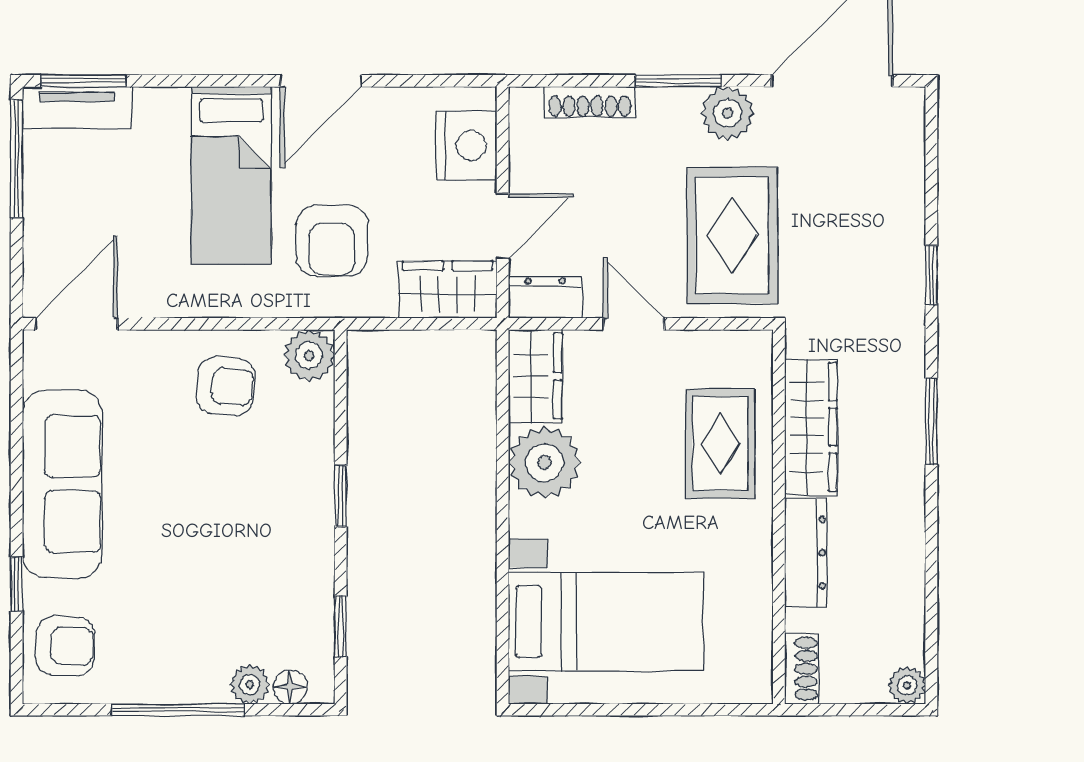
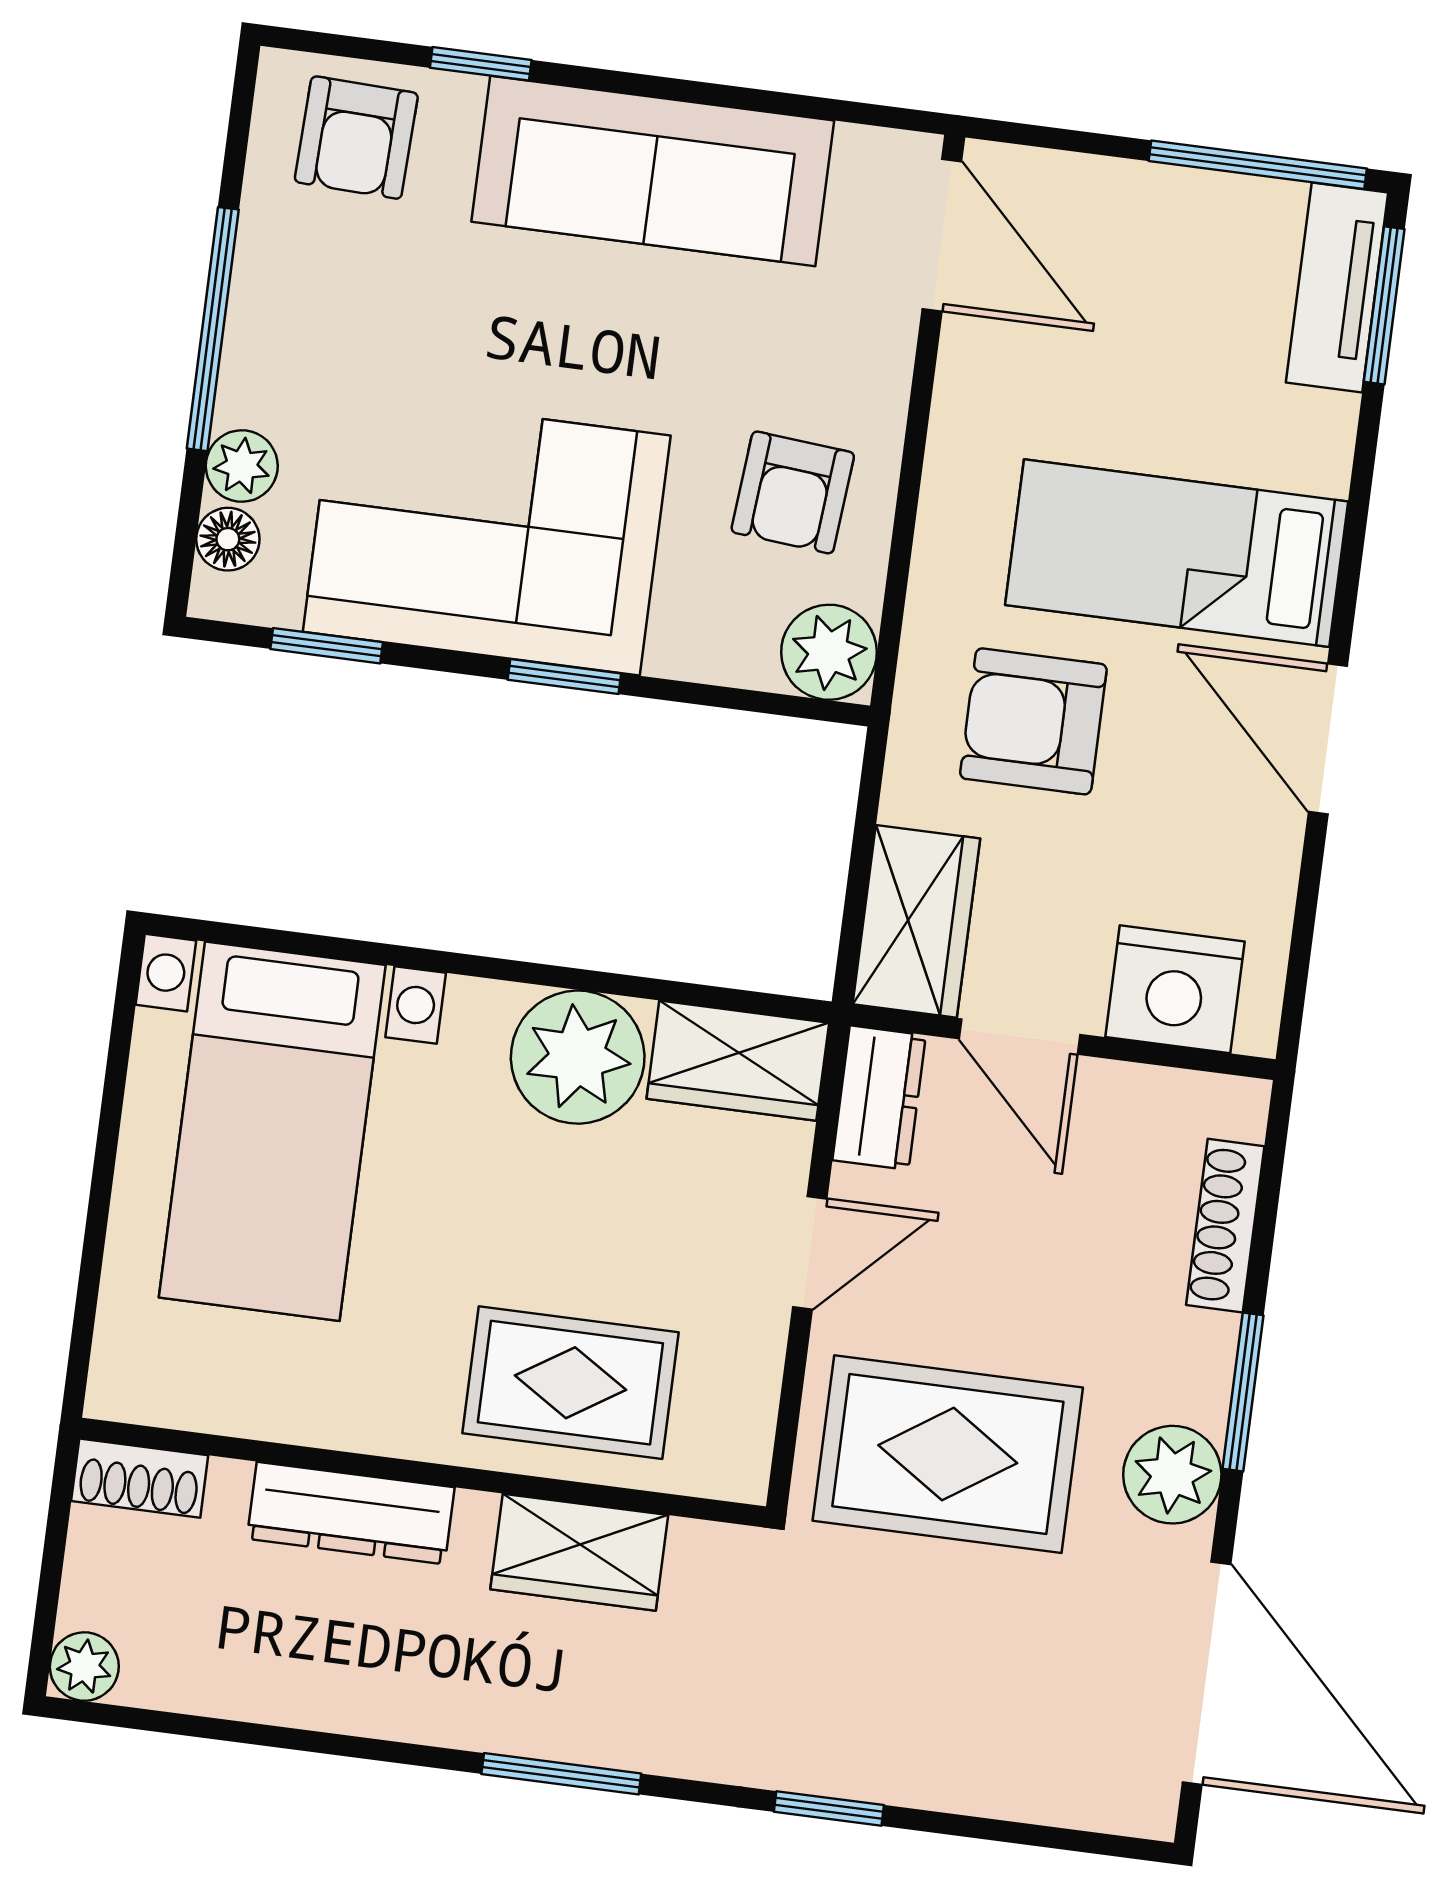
wardrobe: (811, 427) -> (579, 1552), width x0.67
corner sofa: (269, 548) -> (487, 534), added

